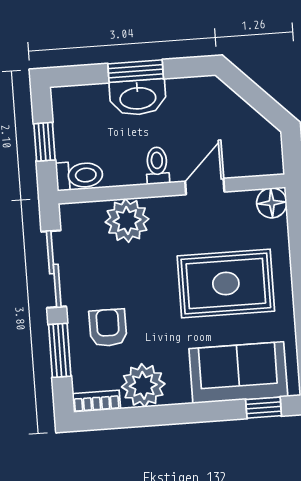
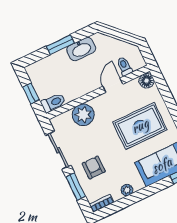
washbasin: (138, 97) -> (81, 49), moved
toilet: (157, 166) -> (124, 66), moved
plant: (143, 385) -> (127, 190), width x0.53, depth x0.53

